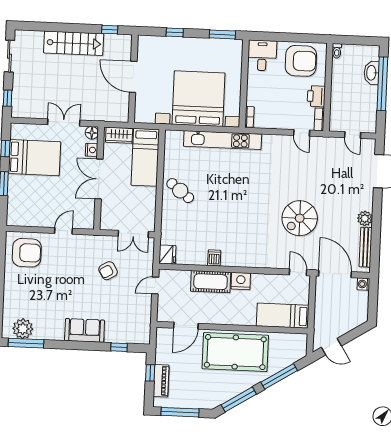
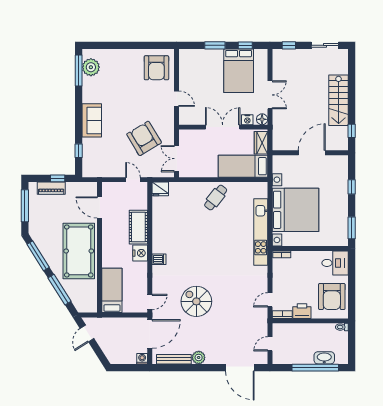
dishwasher: (214, 258) -> (159, 259), moved
armchair: (108, 271) -> (144, 138), width x1.88, depth x1.88

